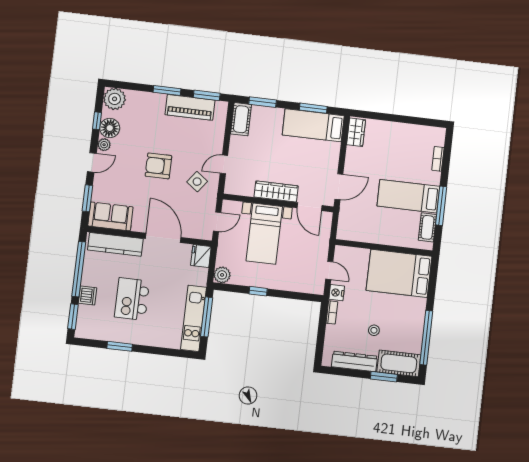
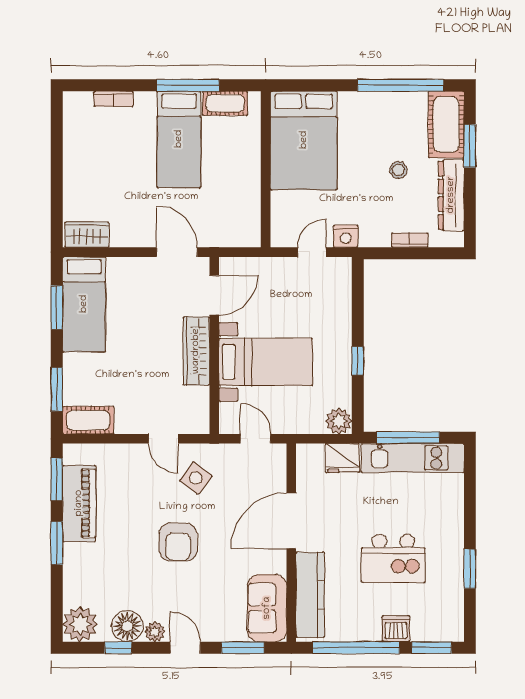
fridge: (201, 256) -> (342, 458), moved
bookcase: (332, 312) -> (410, 240), moved

